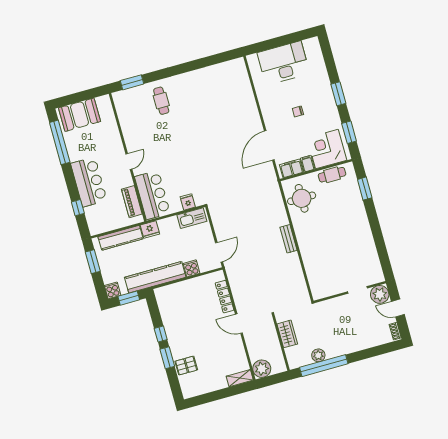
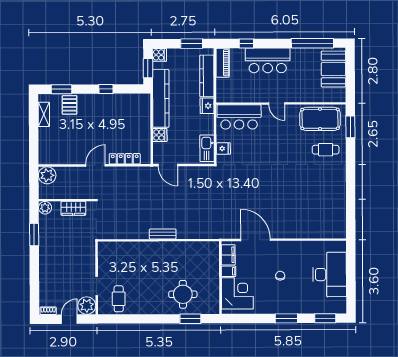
pool table: (132, 114) -> (320, 119), added
window: (349, 132) -> (325, 318), moved
cafe table: (332, 175) -> (119, 299), moved
round table: (302, 198) -> (183, 294), moved
piano: (132, 202) -> (223, 63), moved, turned 90
plant: (318, 355) -> (45, 208), moved
window: (167, 358) -> (62, 89), moved
window: (324, 366) -> (34, 235), width x0.47
shelving: (240, 378) -> (44, 114), moved

